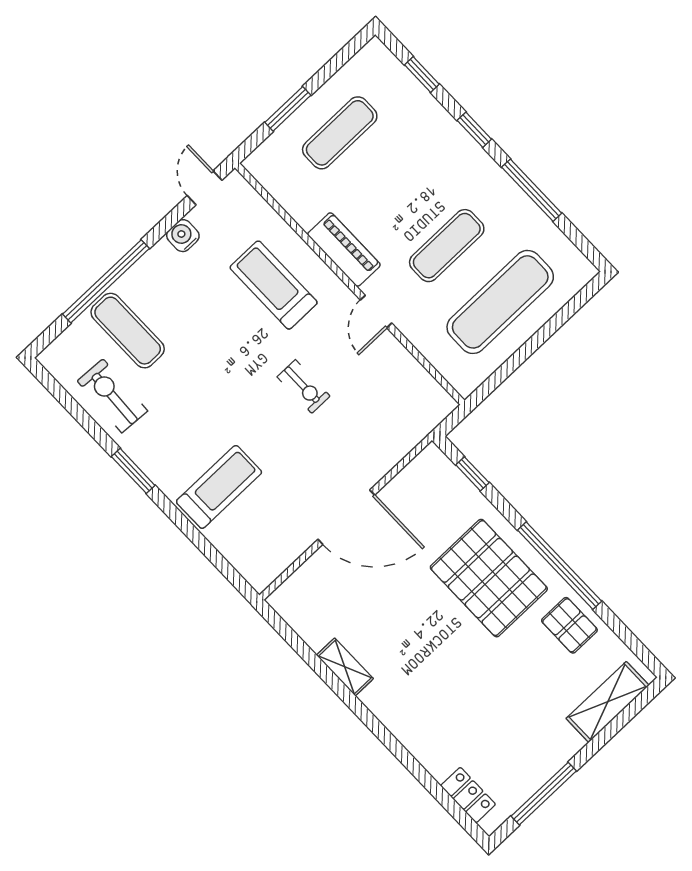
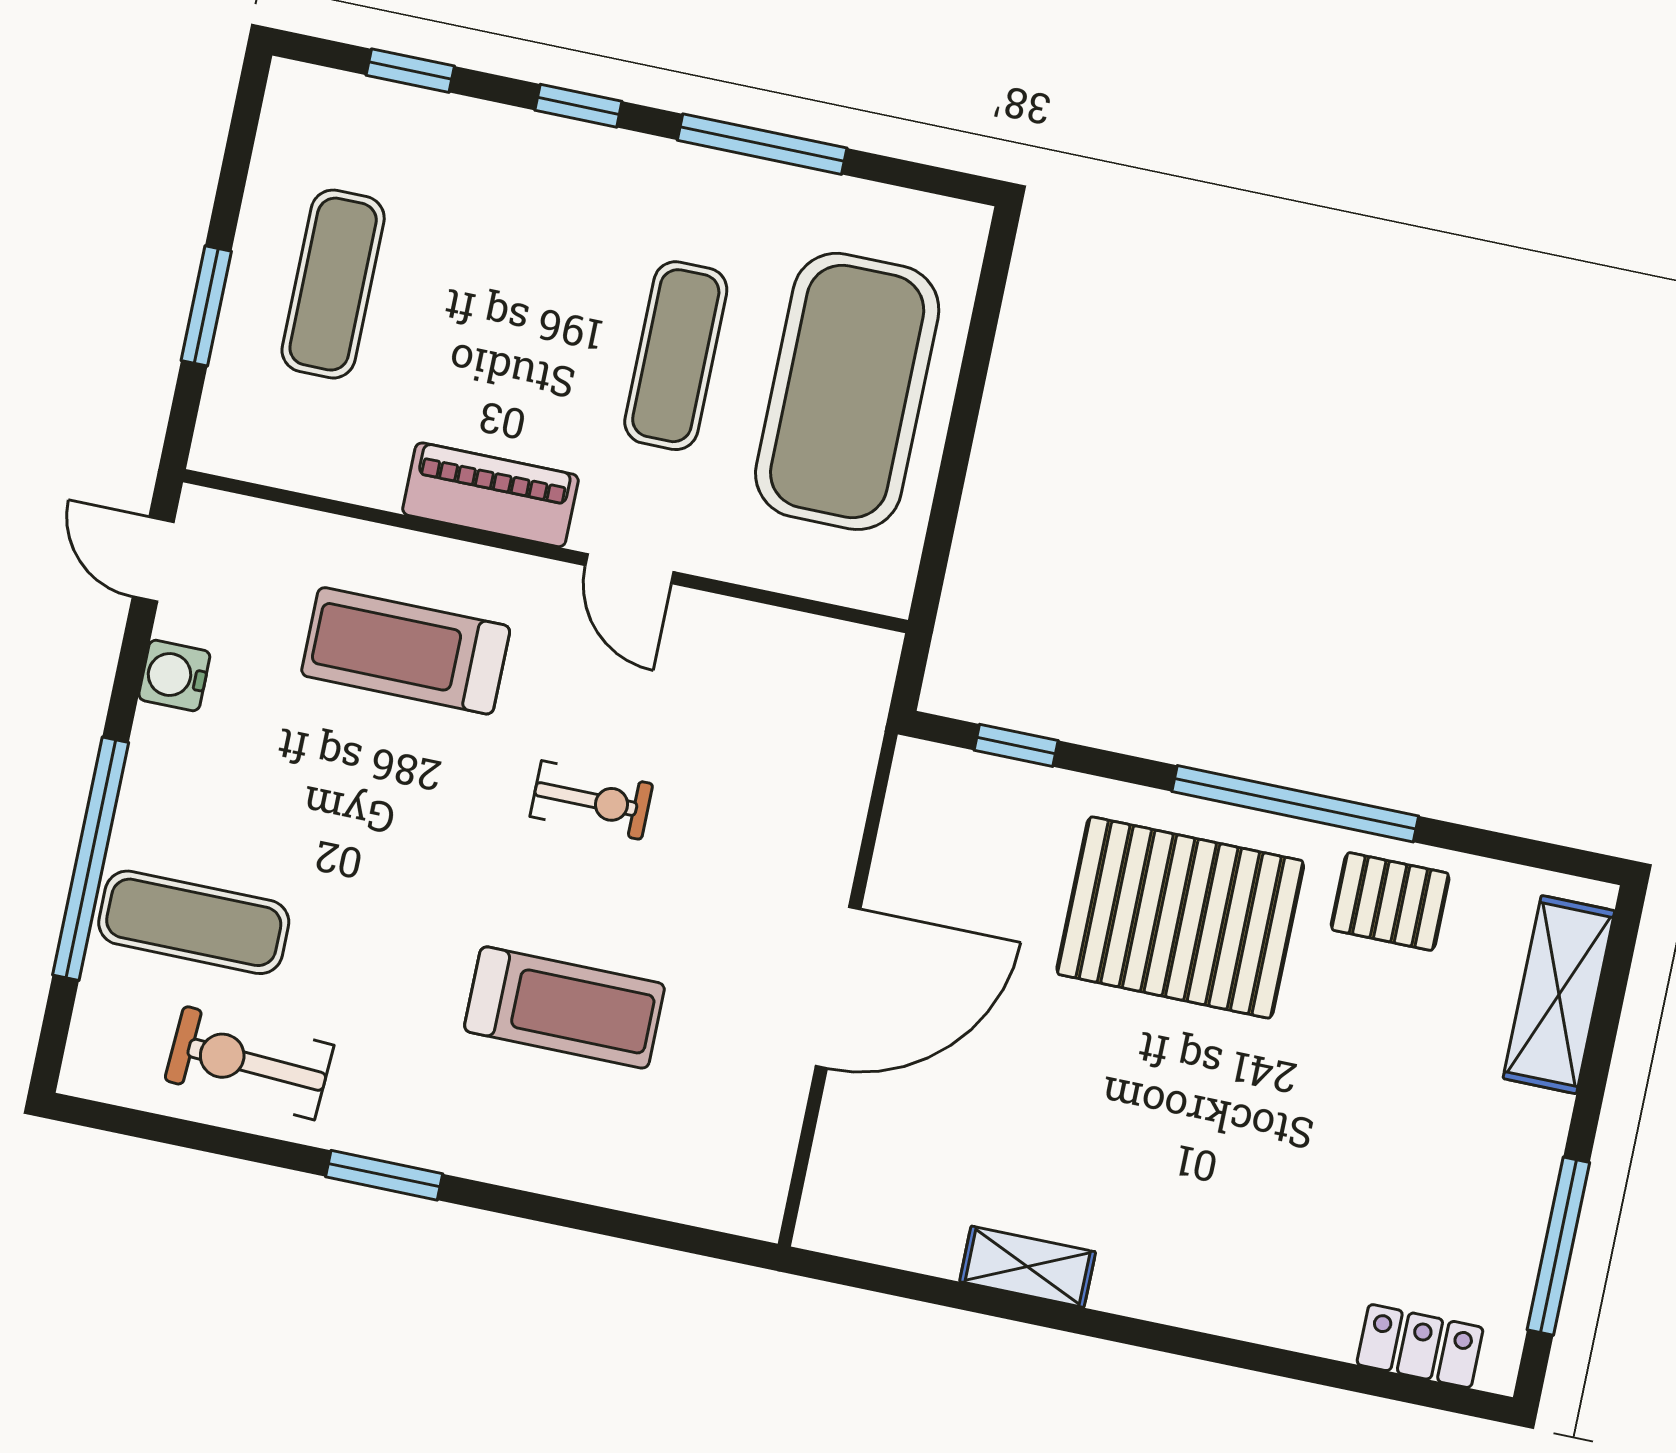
exercise mat: (500, 302) -> (847, 391), width x1.47
treadmill: (219, 487) -> (564, 1008), moved, turned 90

